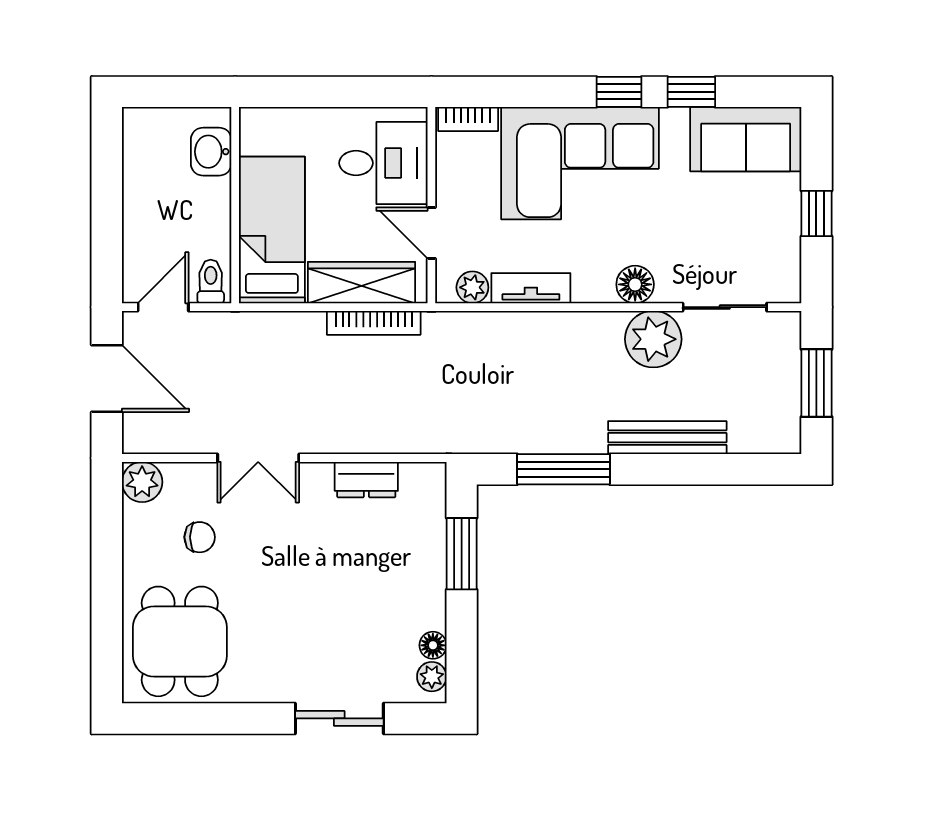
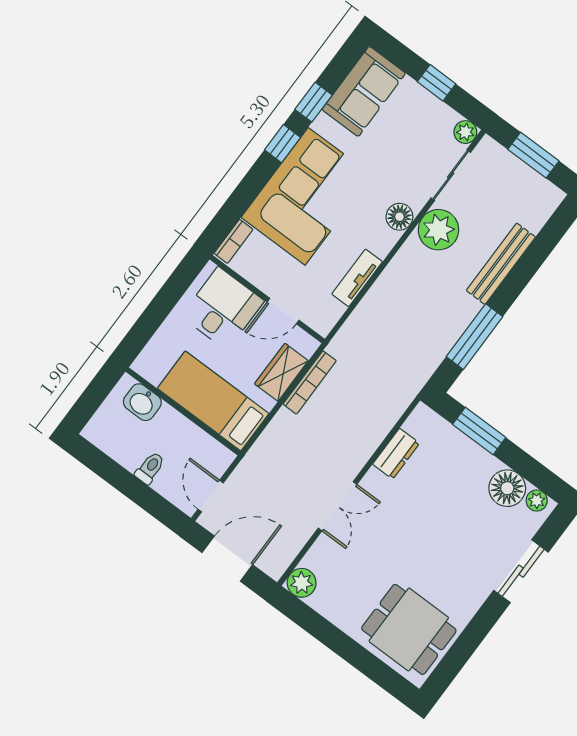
toilet: (211, 281) -> (150, 468), moved, turned 90
wardrobe: (361, 283) -> (281, 372), width x0.67
plant: (472, 287) -> (465, 132), moved
chair: (200, 537) -> (358, 574), removed
floor lamp: (433, 645) -> (507, 488), width x1.89, depth x1.89

